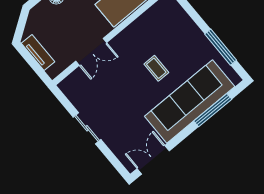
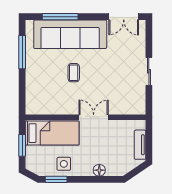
double door: (91, 52) -> (94, 117), moved

